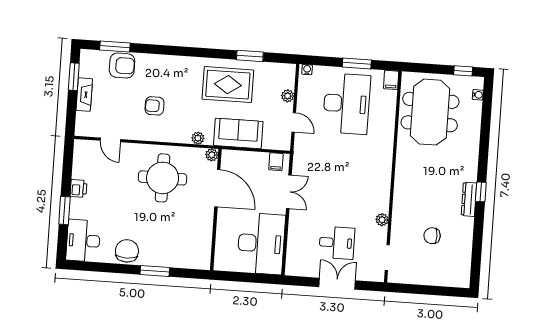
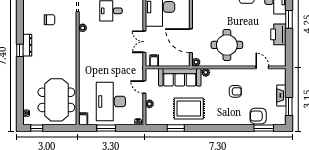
sofa: (238, 133) -> (180, 77), width x1.36
printer: (79, 188) -> (278, 34), width x1.87, depth x1.48

